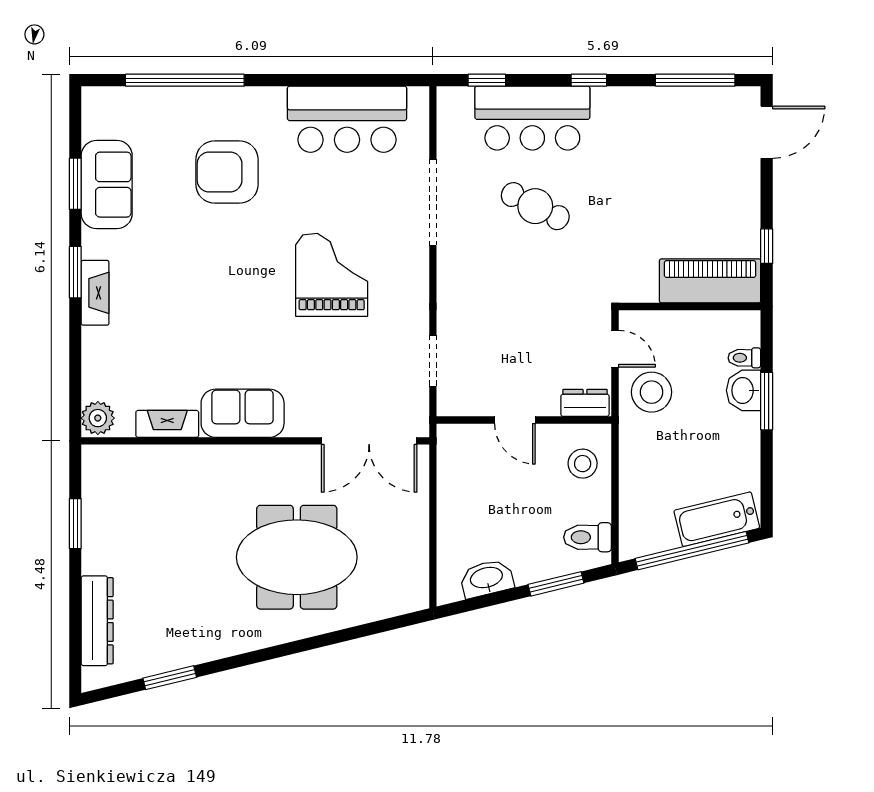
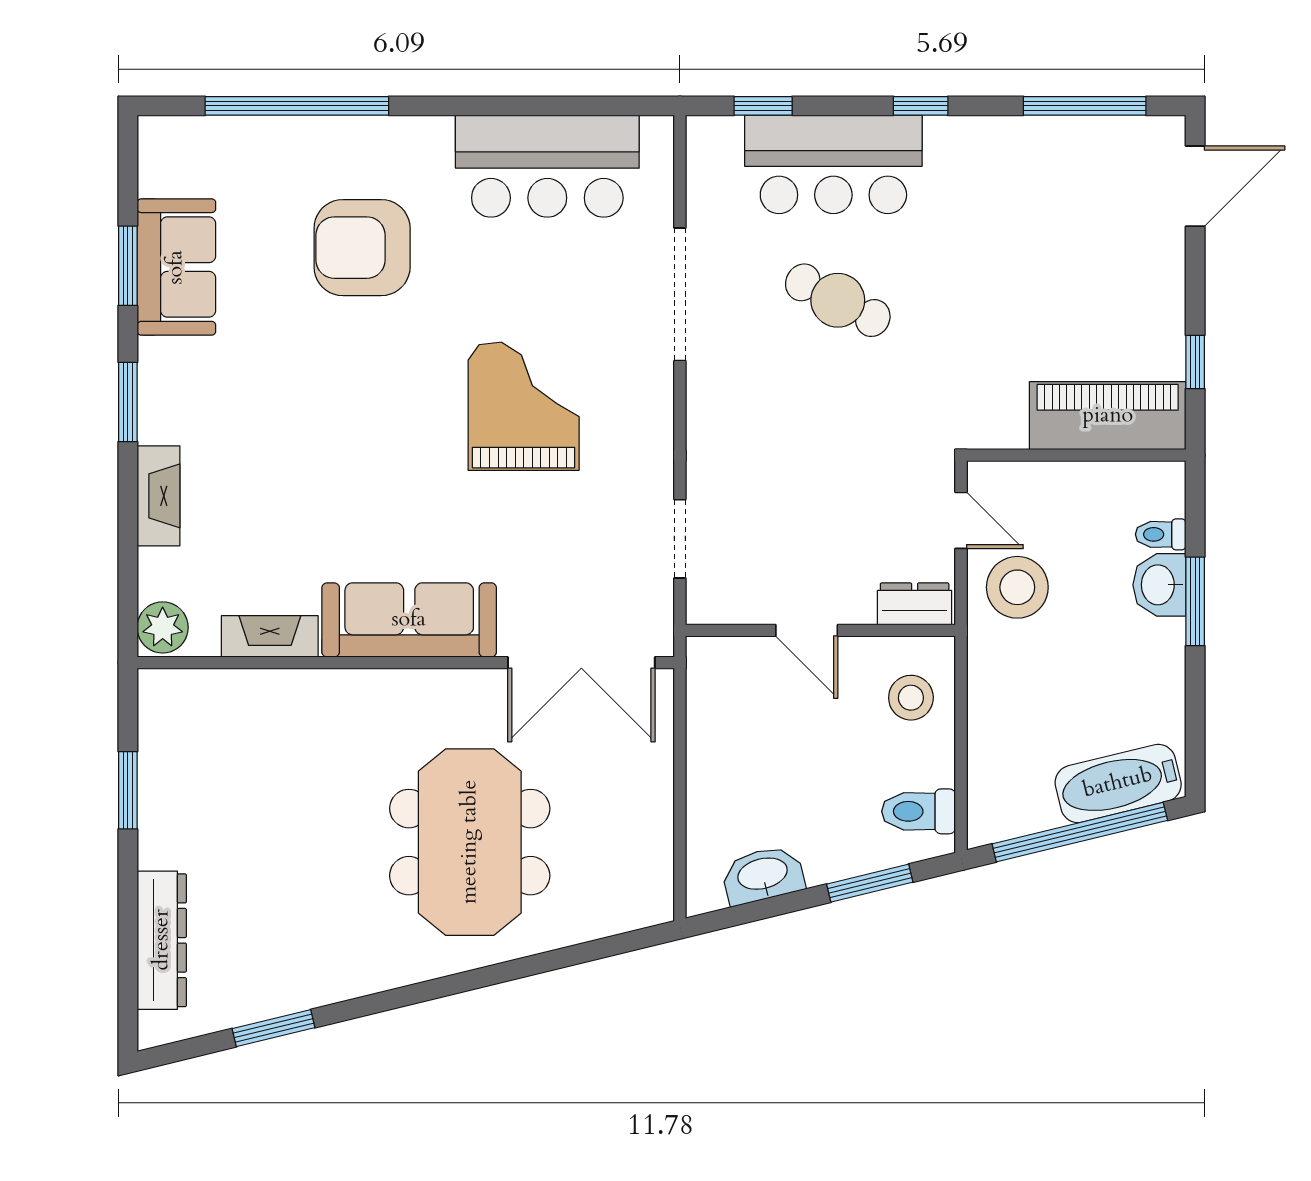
fireplace: (95, 293) -> (158, 496), moved
sofa: (243, 413) -> (409, 620), width x1.36
meeting table: (297, 557) -> (470, 842), turned 90

